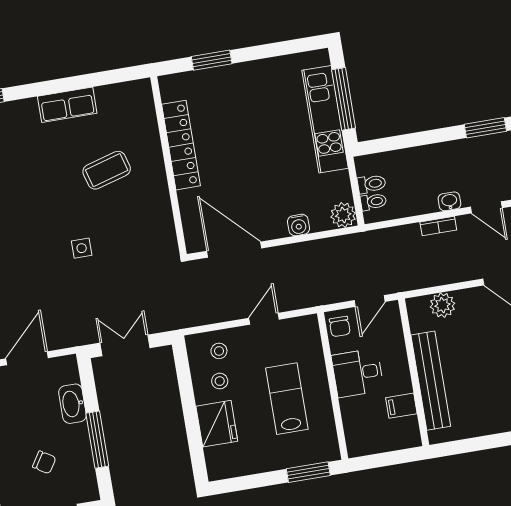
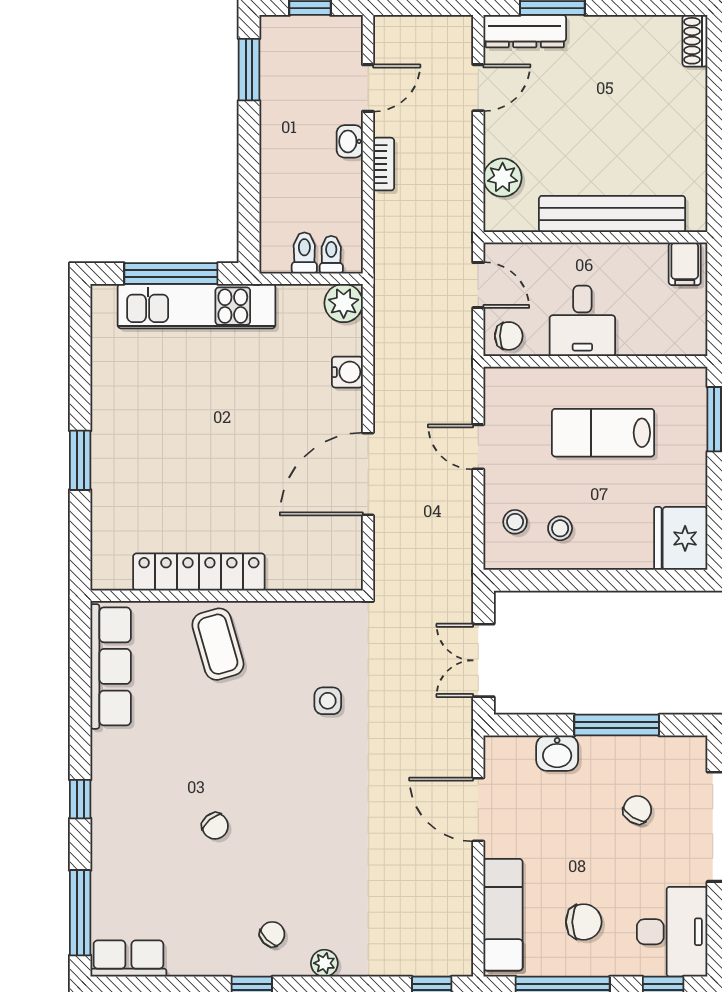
row of seats: (67, 105) -> (111, 666), width x1.48
locker: (181, 145) -> (199, 572), moved
wall: (168, 166) -> (227, 596), moved
washbasin: (73, 404) -> (557, 753), width x0.72
filing cabinet: (401, 406) -> (685, 264), moved
fridge: (217, 424) -> (681, 538), moved, turned -90

